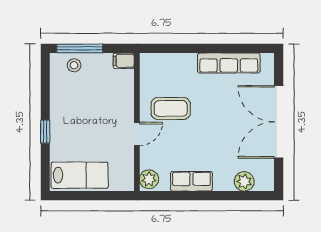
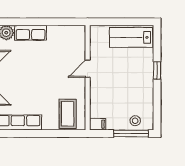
coffee table: (171, 108) -> (68, 114), moved, turned 90
plant: (149, 179) -> (78, 34), removed
row of seats: (191, 181) -> (31, 33), moved

